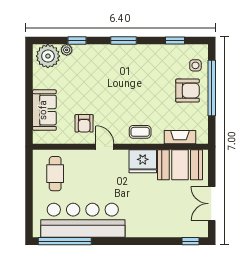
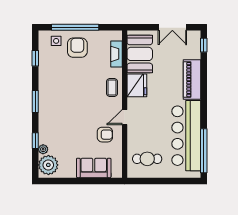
piano: (150, 227) -> (192, 80), added

